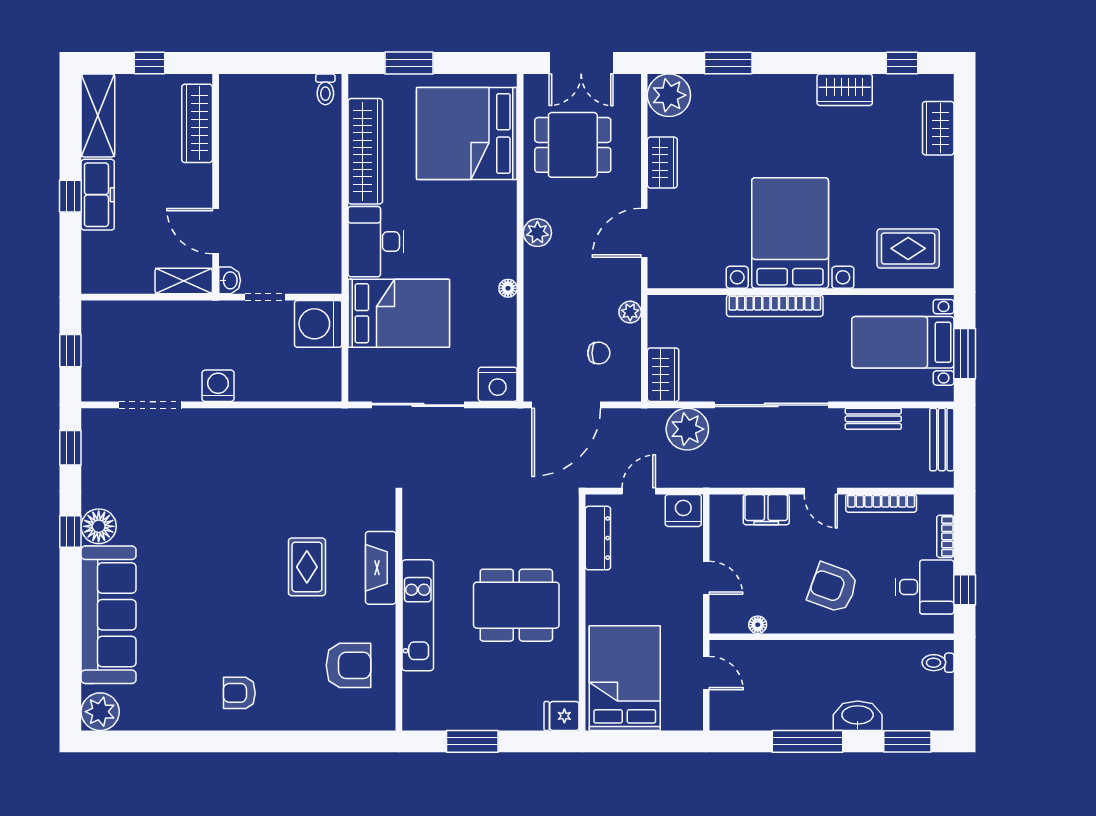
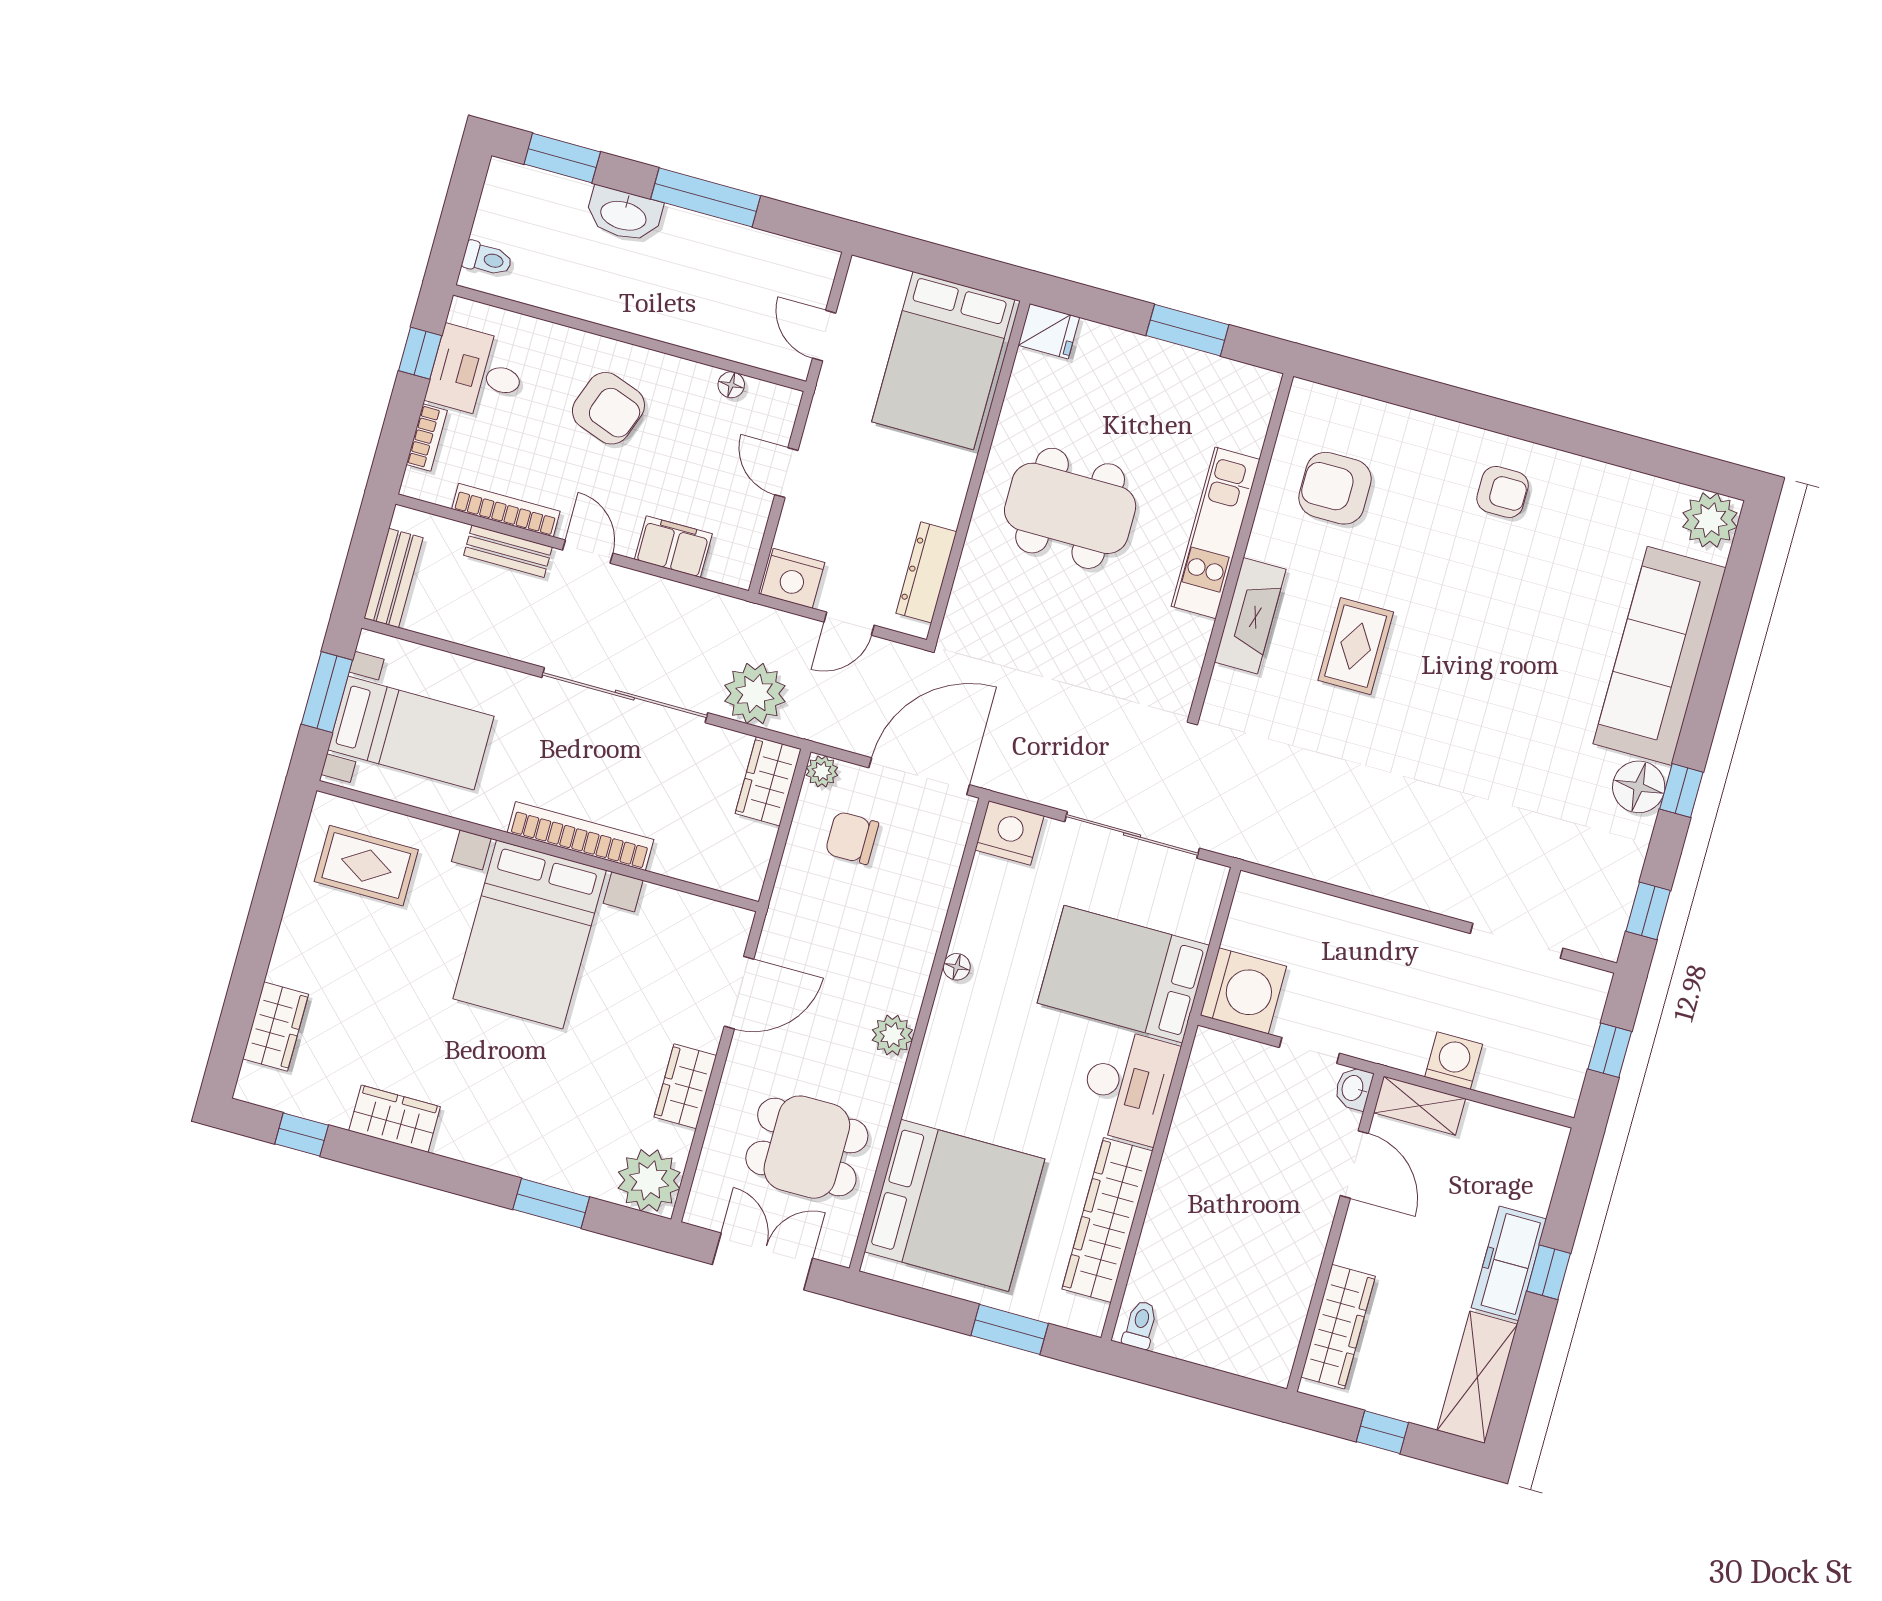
plant: (630, 312) -> (822, 771), moved
chair: (599, 353) -> (852, 838), width x1.37, depth x1.37
washing machine: (218, 386) -> (1454, 1061), moved, turned 180
bench: (873, 419) -> (508, 551), moved

